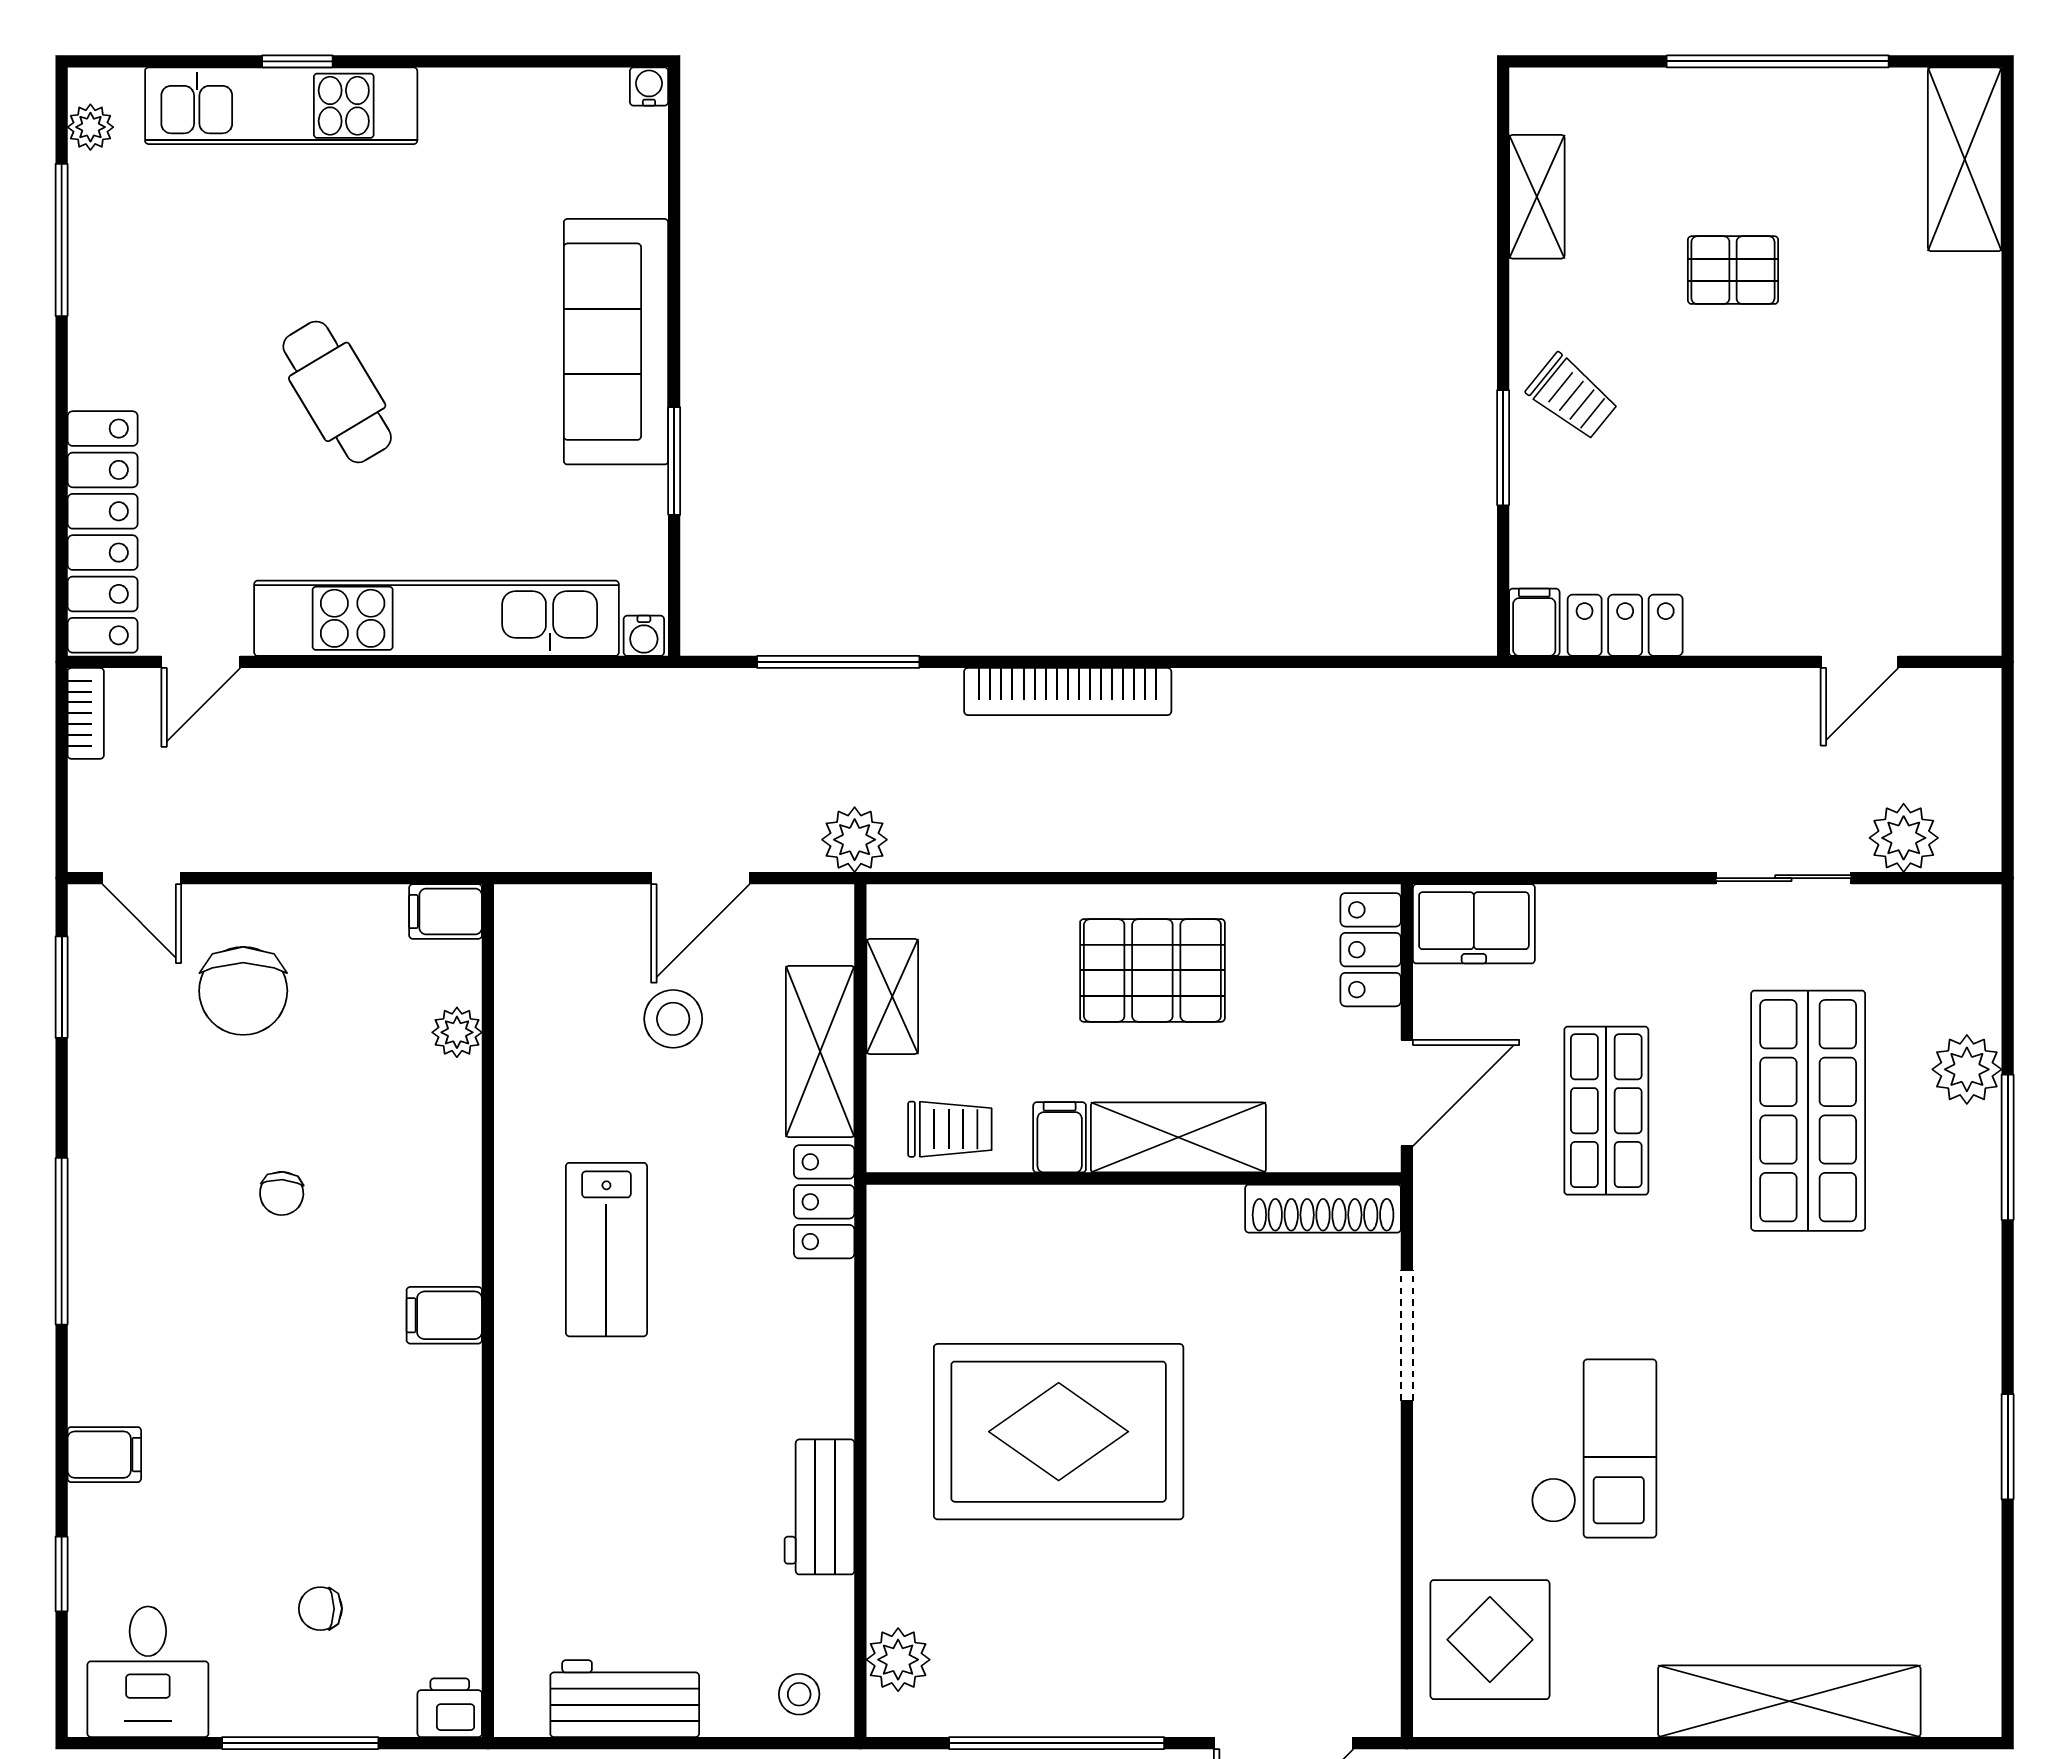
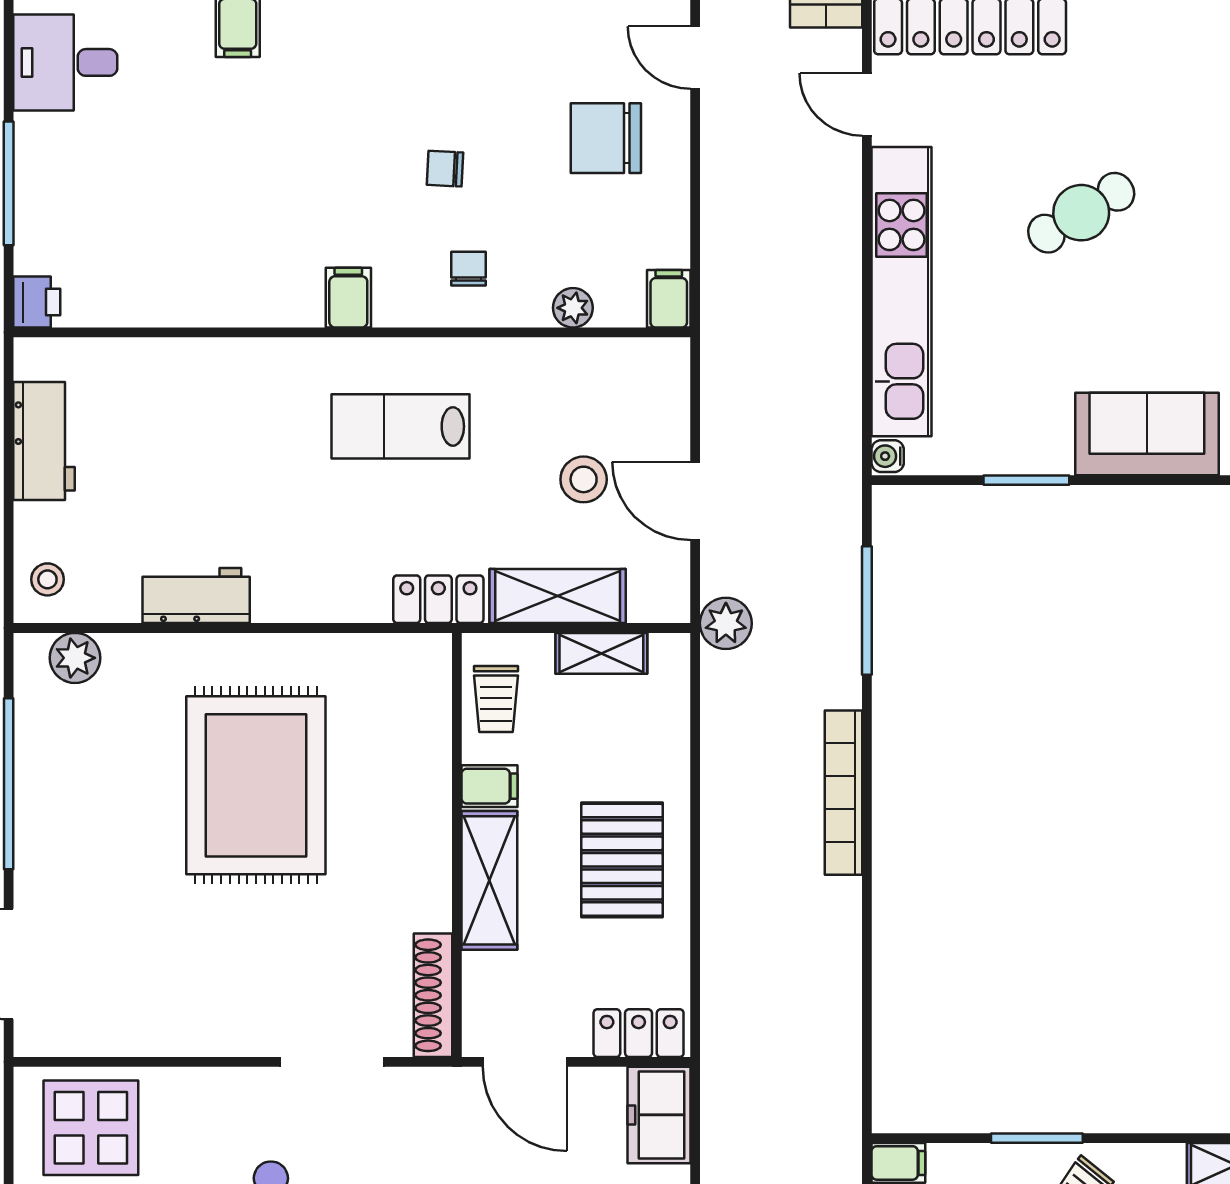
sofa: (616, 342) -> (1147, 434), width x0.73
door: (142, 878) -> (695, 58), hinge flipped
chair: (320, 1609) -> (468, 269), moved

